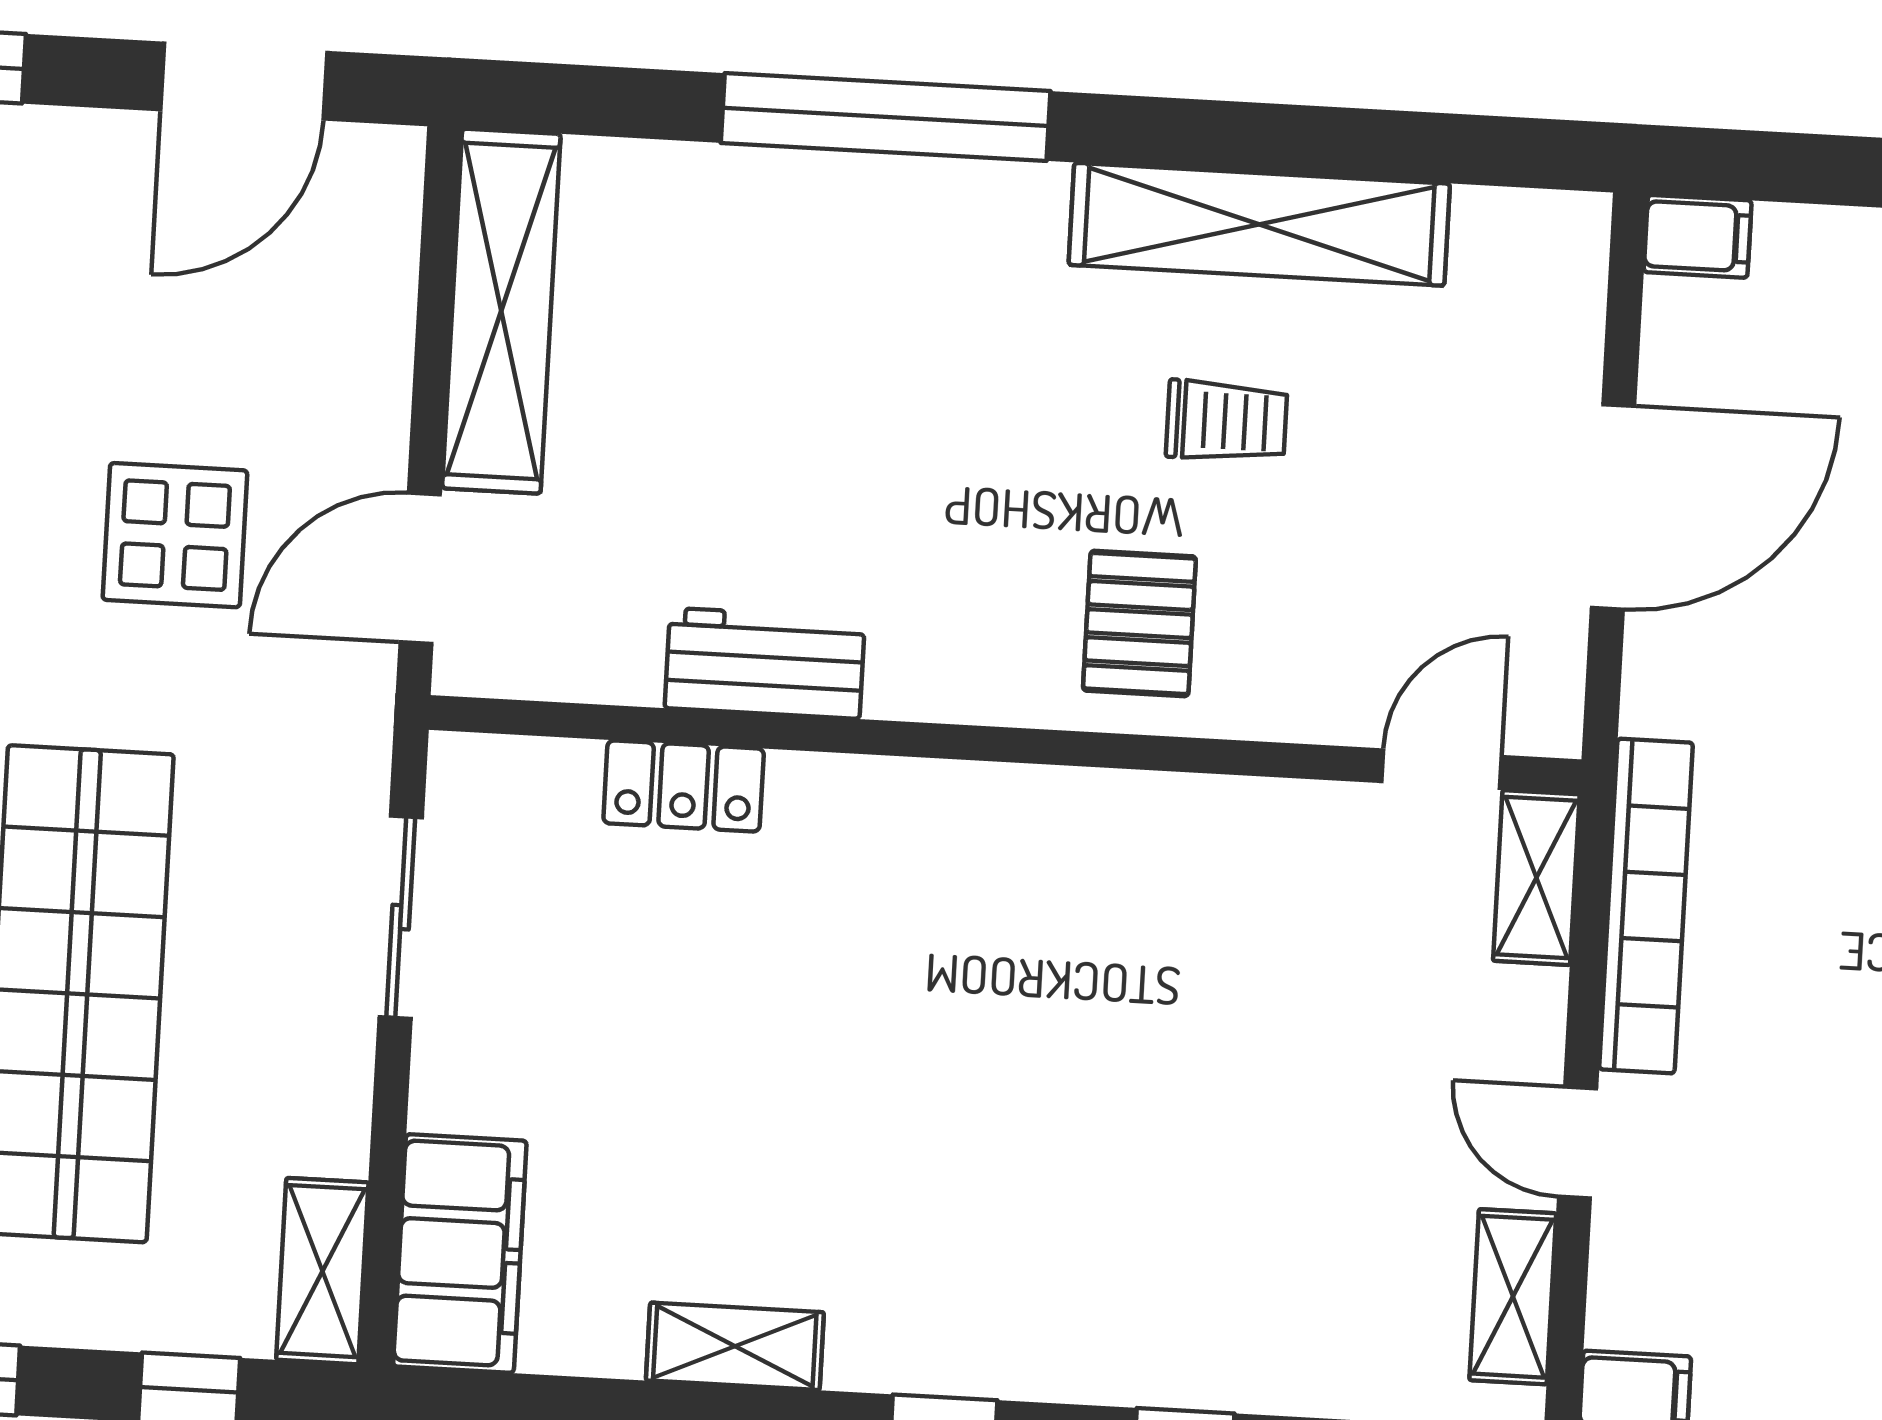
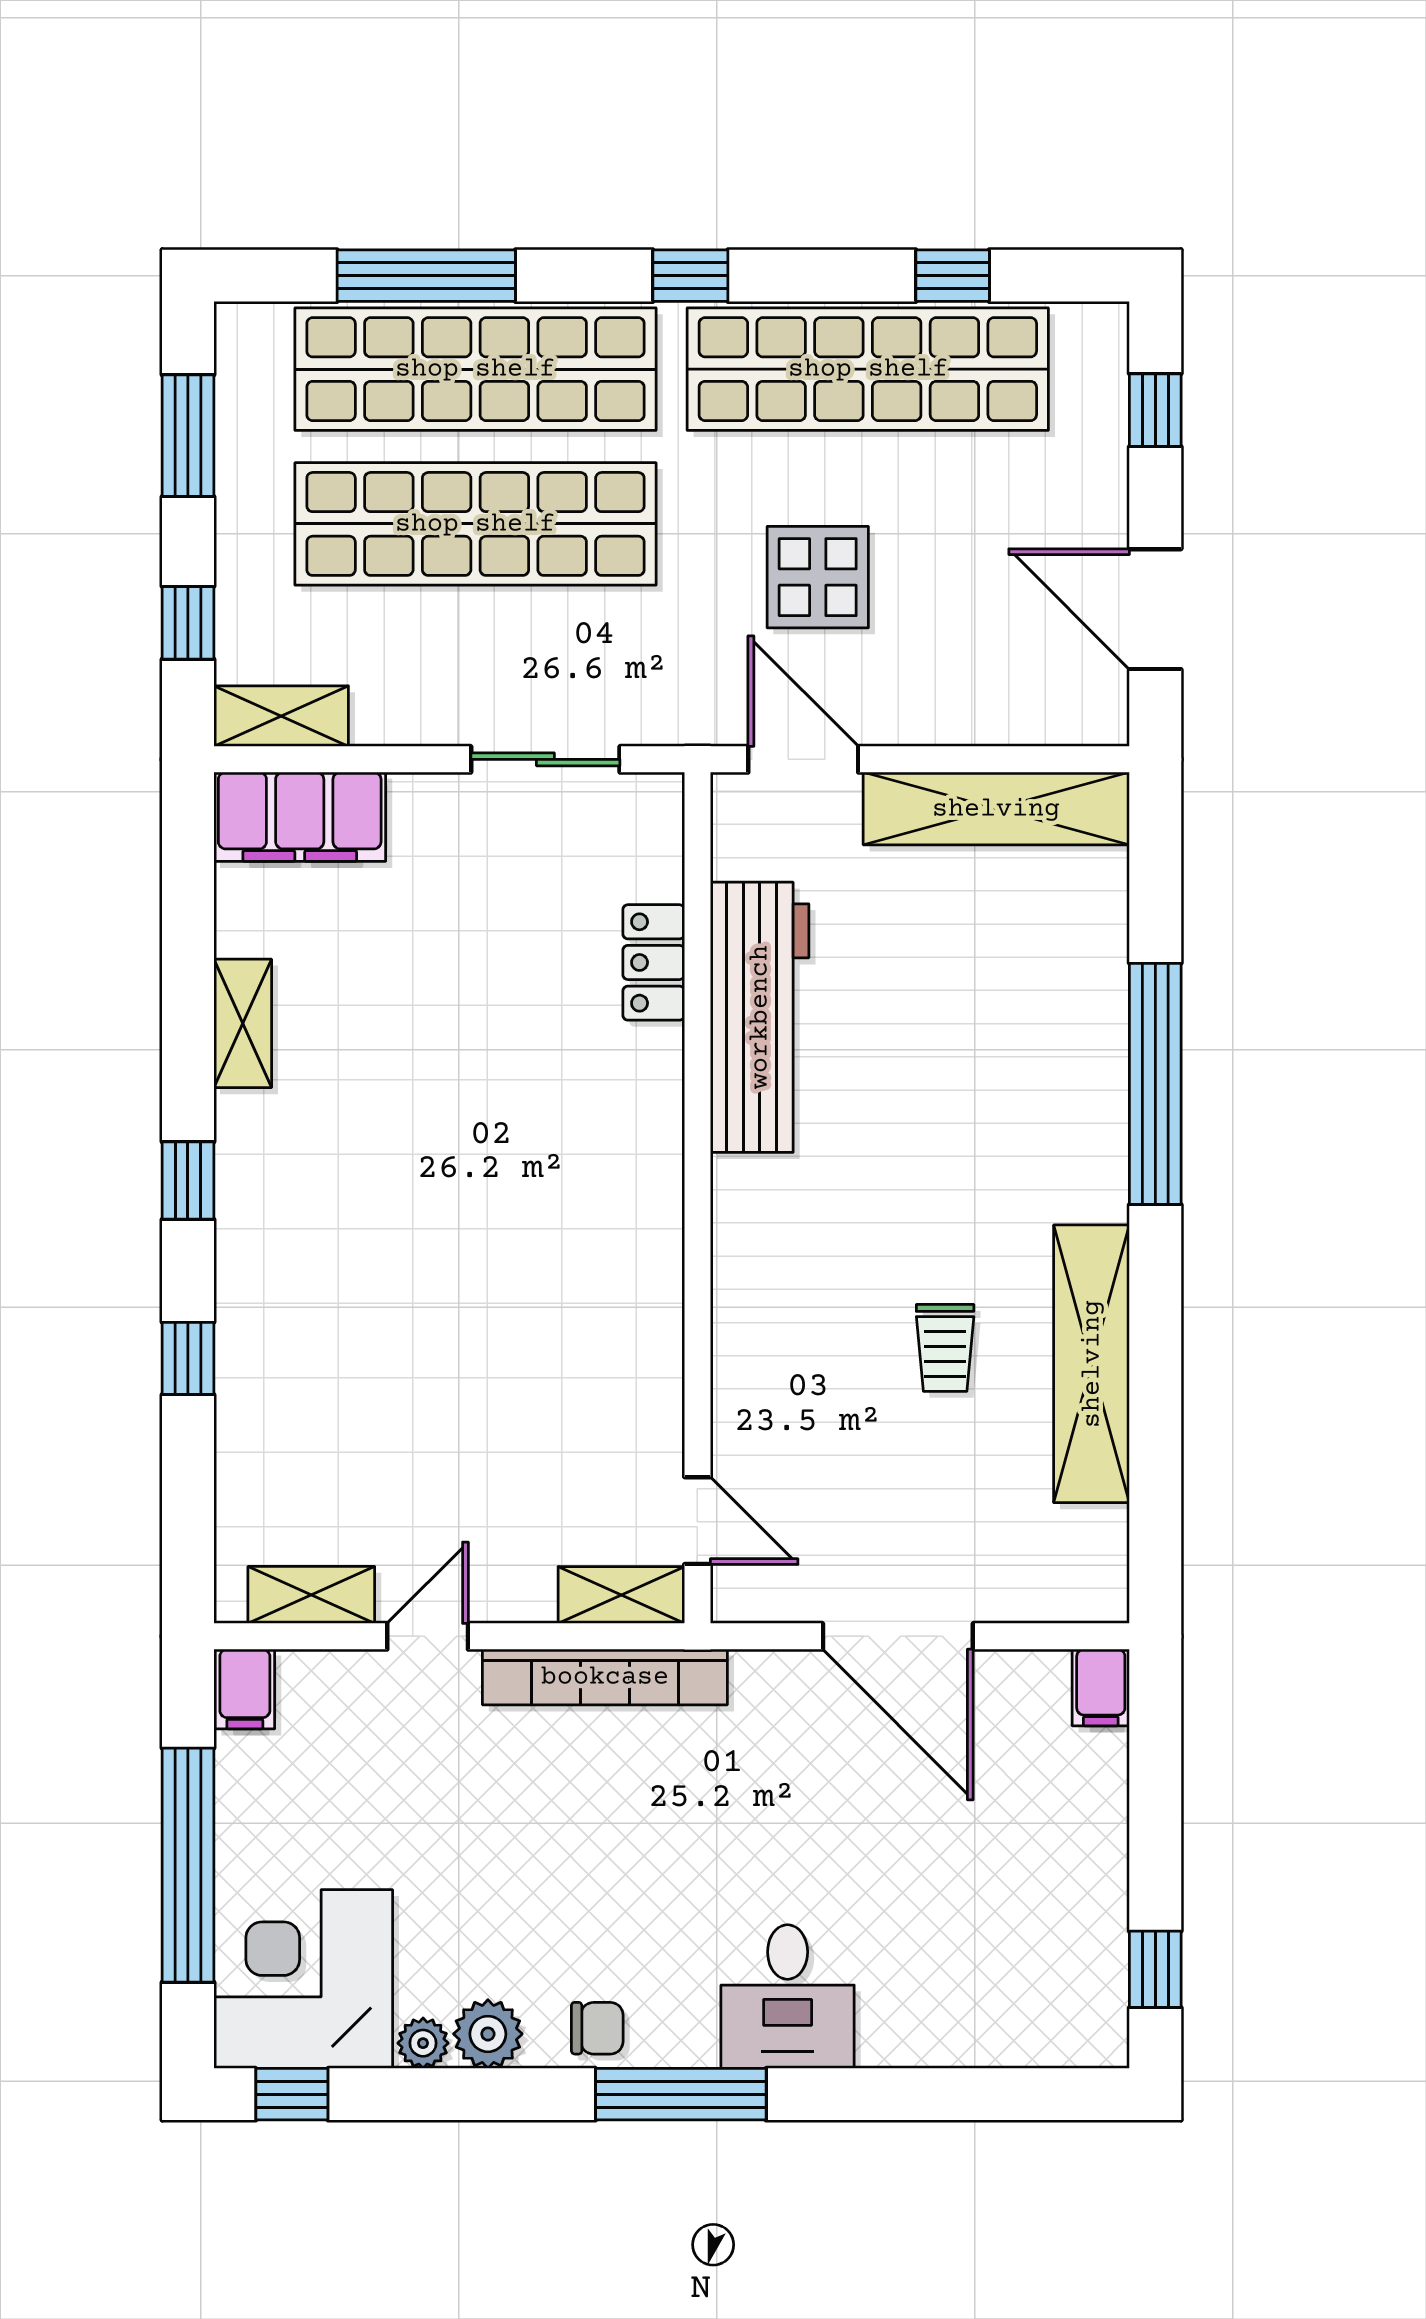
pallet: (1139, 624) -> (792, 1292), removed
workbench: (765, 663) -> (760, 1017), width x1.88, depth x1.32

